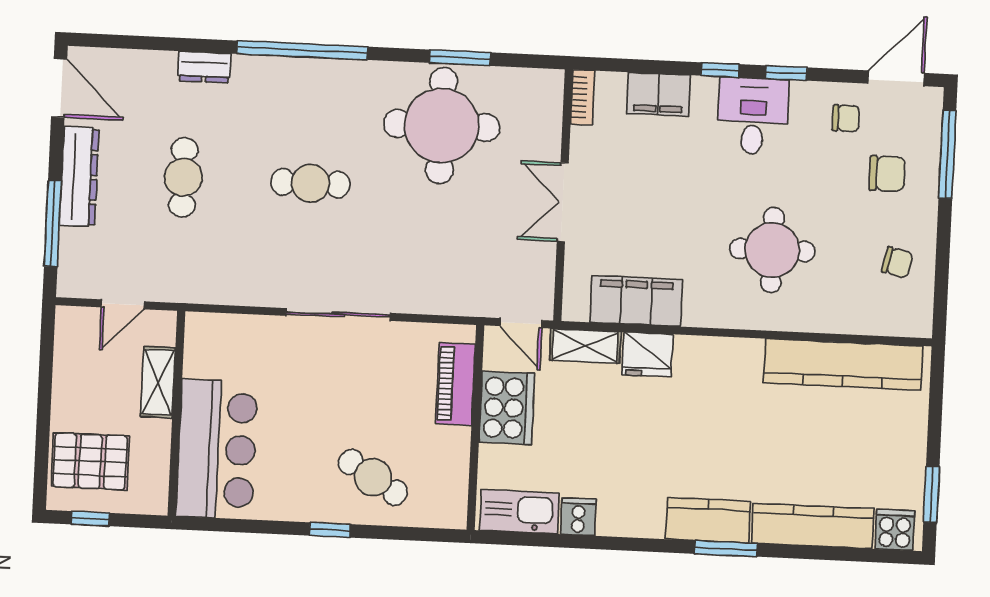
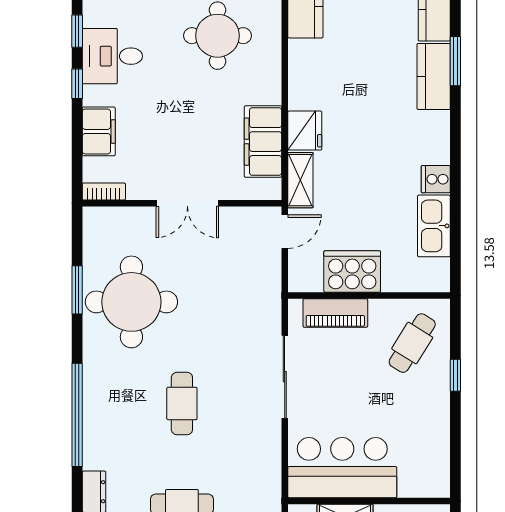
piano: (455, 384) -> (335, 313), moved
cooker: (507, 408) -> (352, 271), moved
wall: (475, 428) -> (369, 295), moved
bar counter: (217, 449) -> (342, 468), moved

